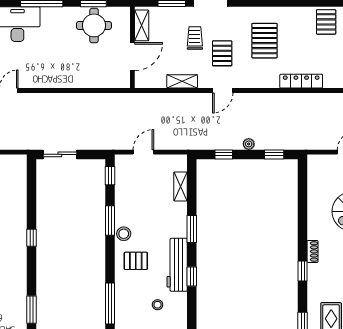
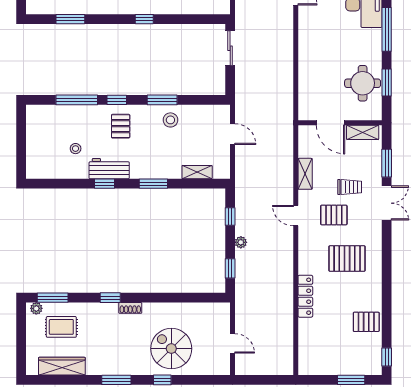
window: (110, 176) -> (117, 100), moved
stool: (124, 234) -> (170, 120), moved
workbench: (177, 265) -> (109, 169), width x0.73

